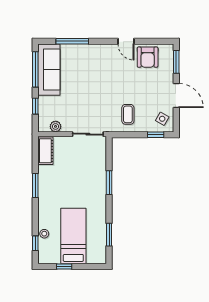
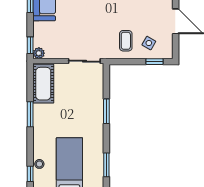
window: (35, 106) -> (30, 45), moved
side table: (162, 119) -> (149, 43), moved
plant: (56, 126) -> (39, 53), moved
cot: (45, 151) -> (43, 84), width x1.37, depth x1.34

